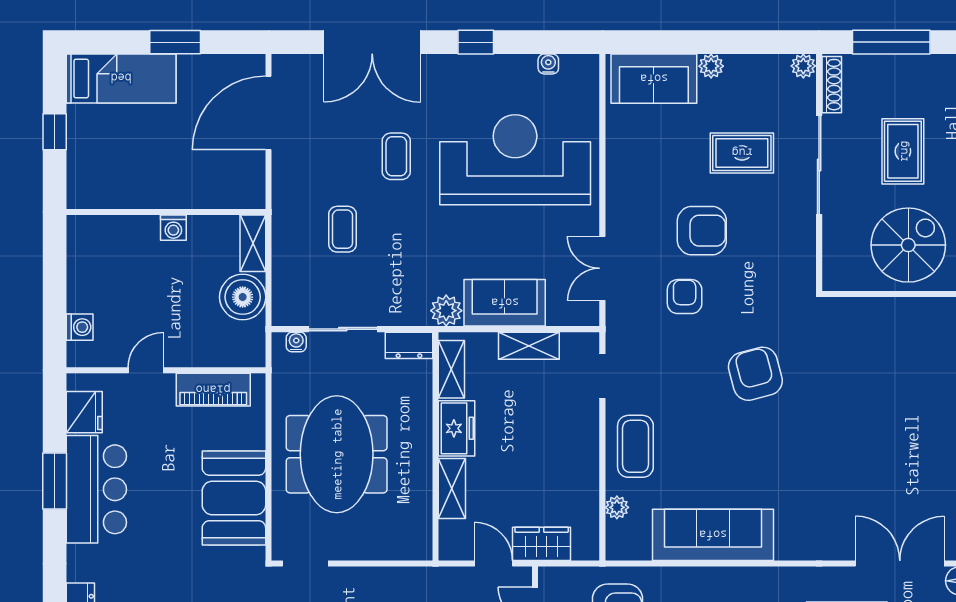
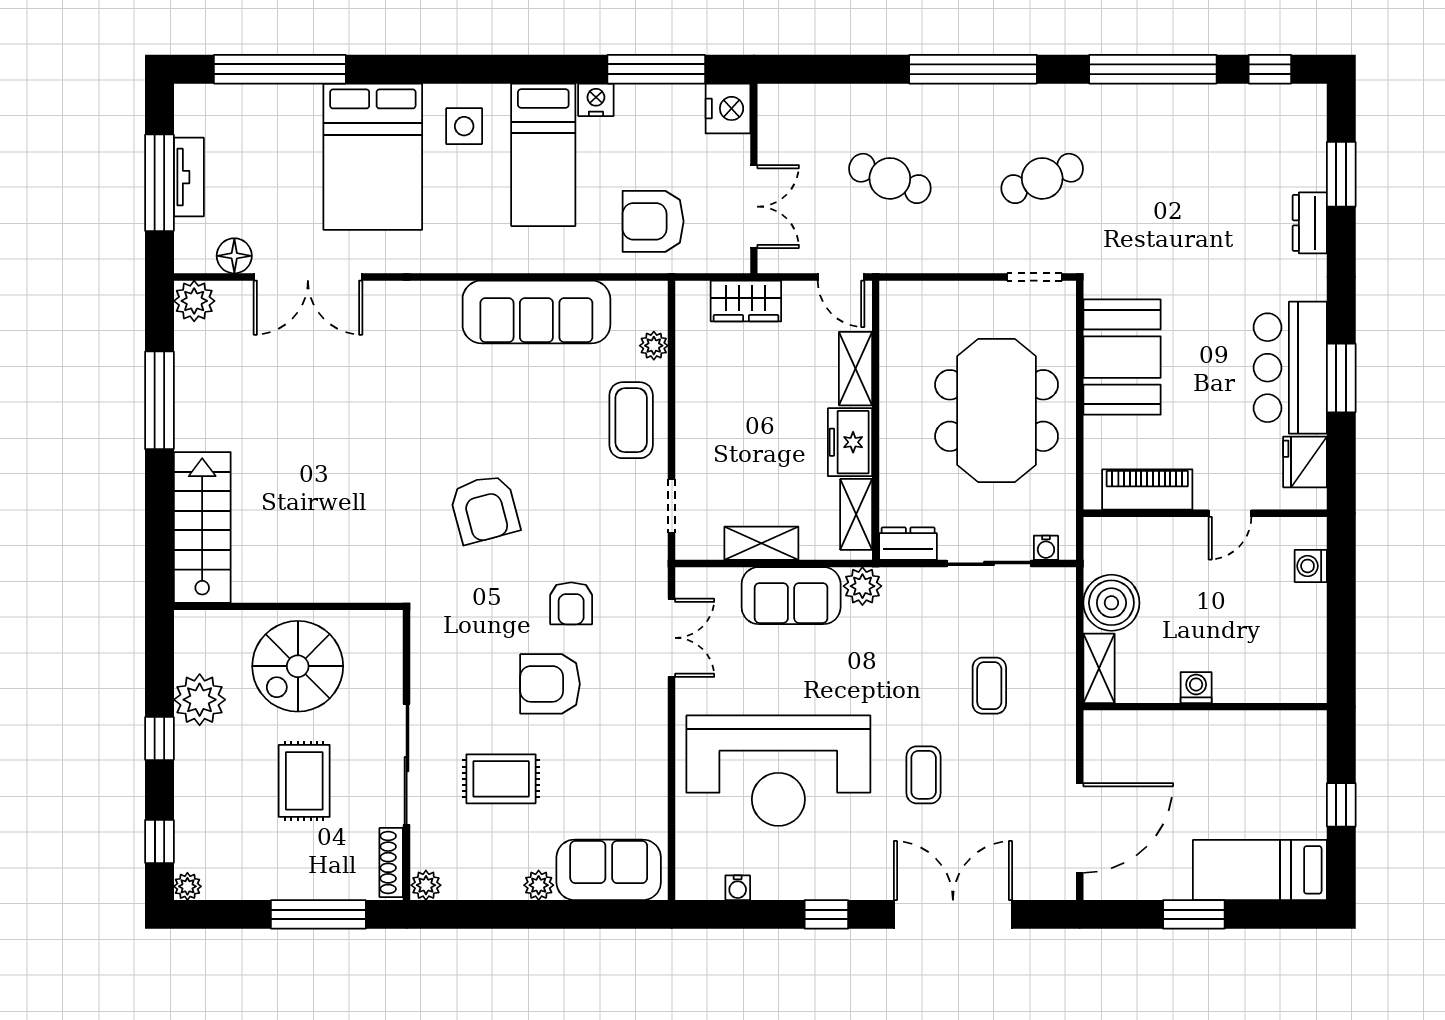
door: (494, 564) -> (841, 277), moved

